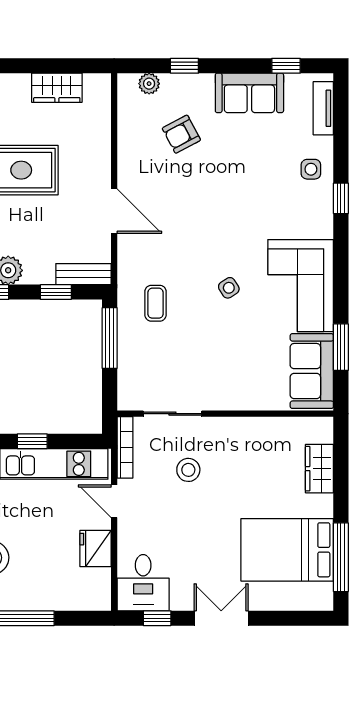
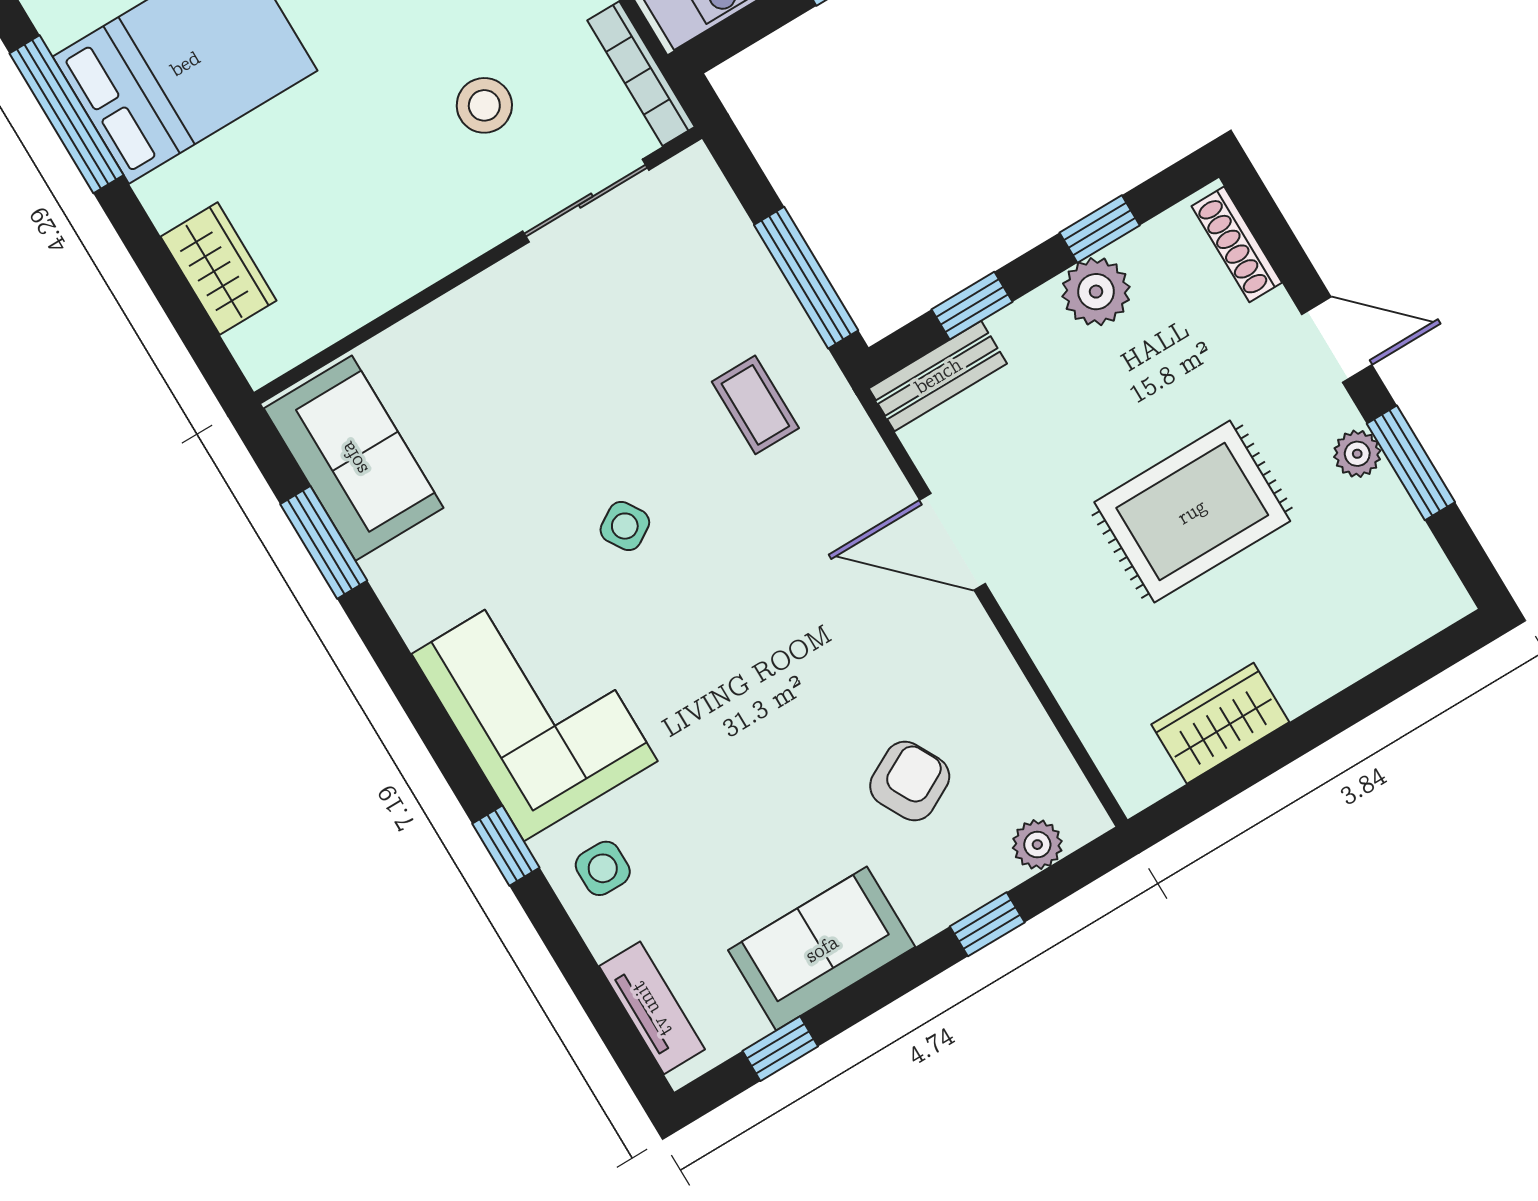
corner sofa: (301, 286) -> (535, 707), moved

